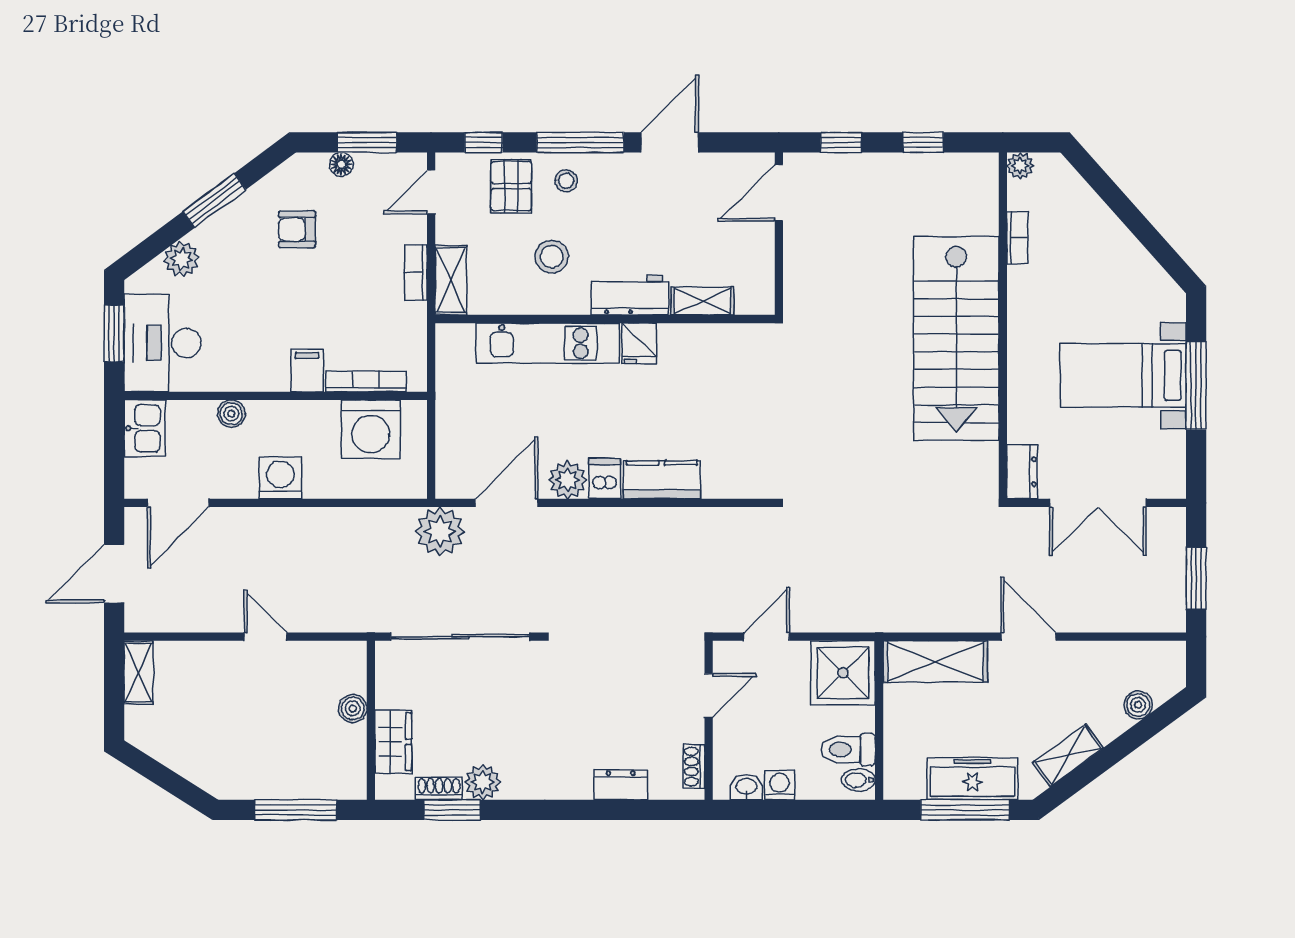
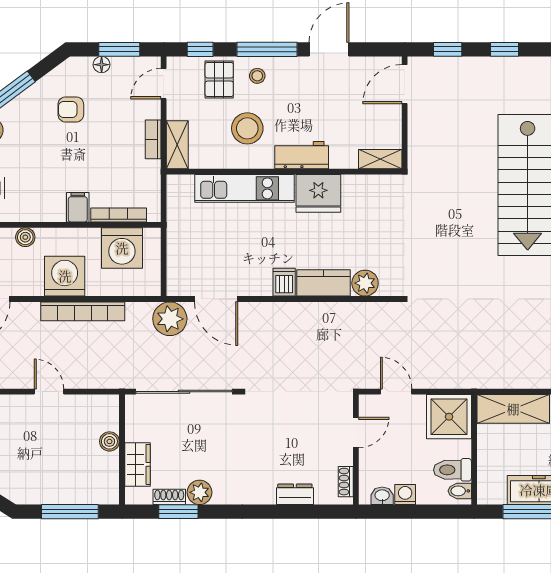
stool: (552, 257) -> (247, 128), width x1.38, depth x1.38
shelving: (702, 301) -> (380, 159), moved
fridge: (639, 343) -> (318, 193), width x1.88, depth x1.34
washing machine: (280, 478) -> (65, 276), width x1.37, depth x1.37
plant: (568, 480) -> (365, 283), moved
door: (507, 503) -> (216, 299), swing flipped
bookcase: (314, 521) -> (83, 311), added
door: (767, 637) -> (396, 392), hinge flipped

